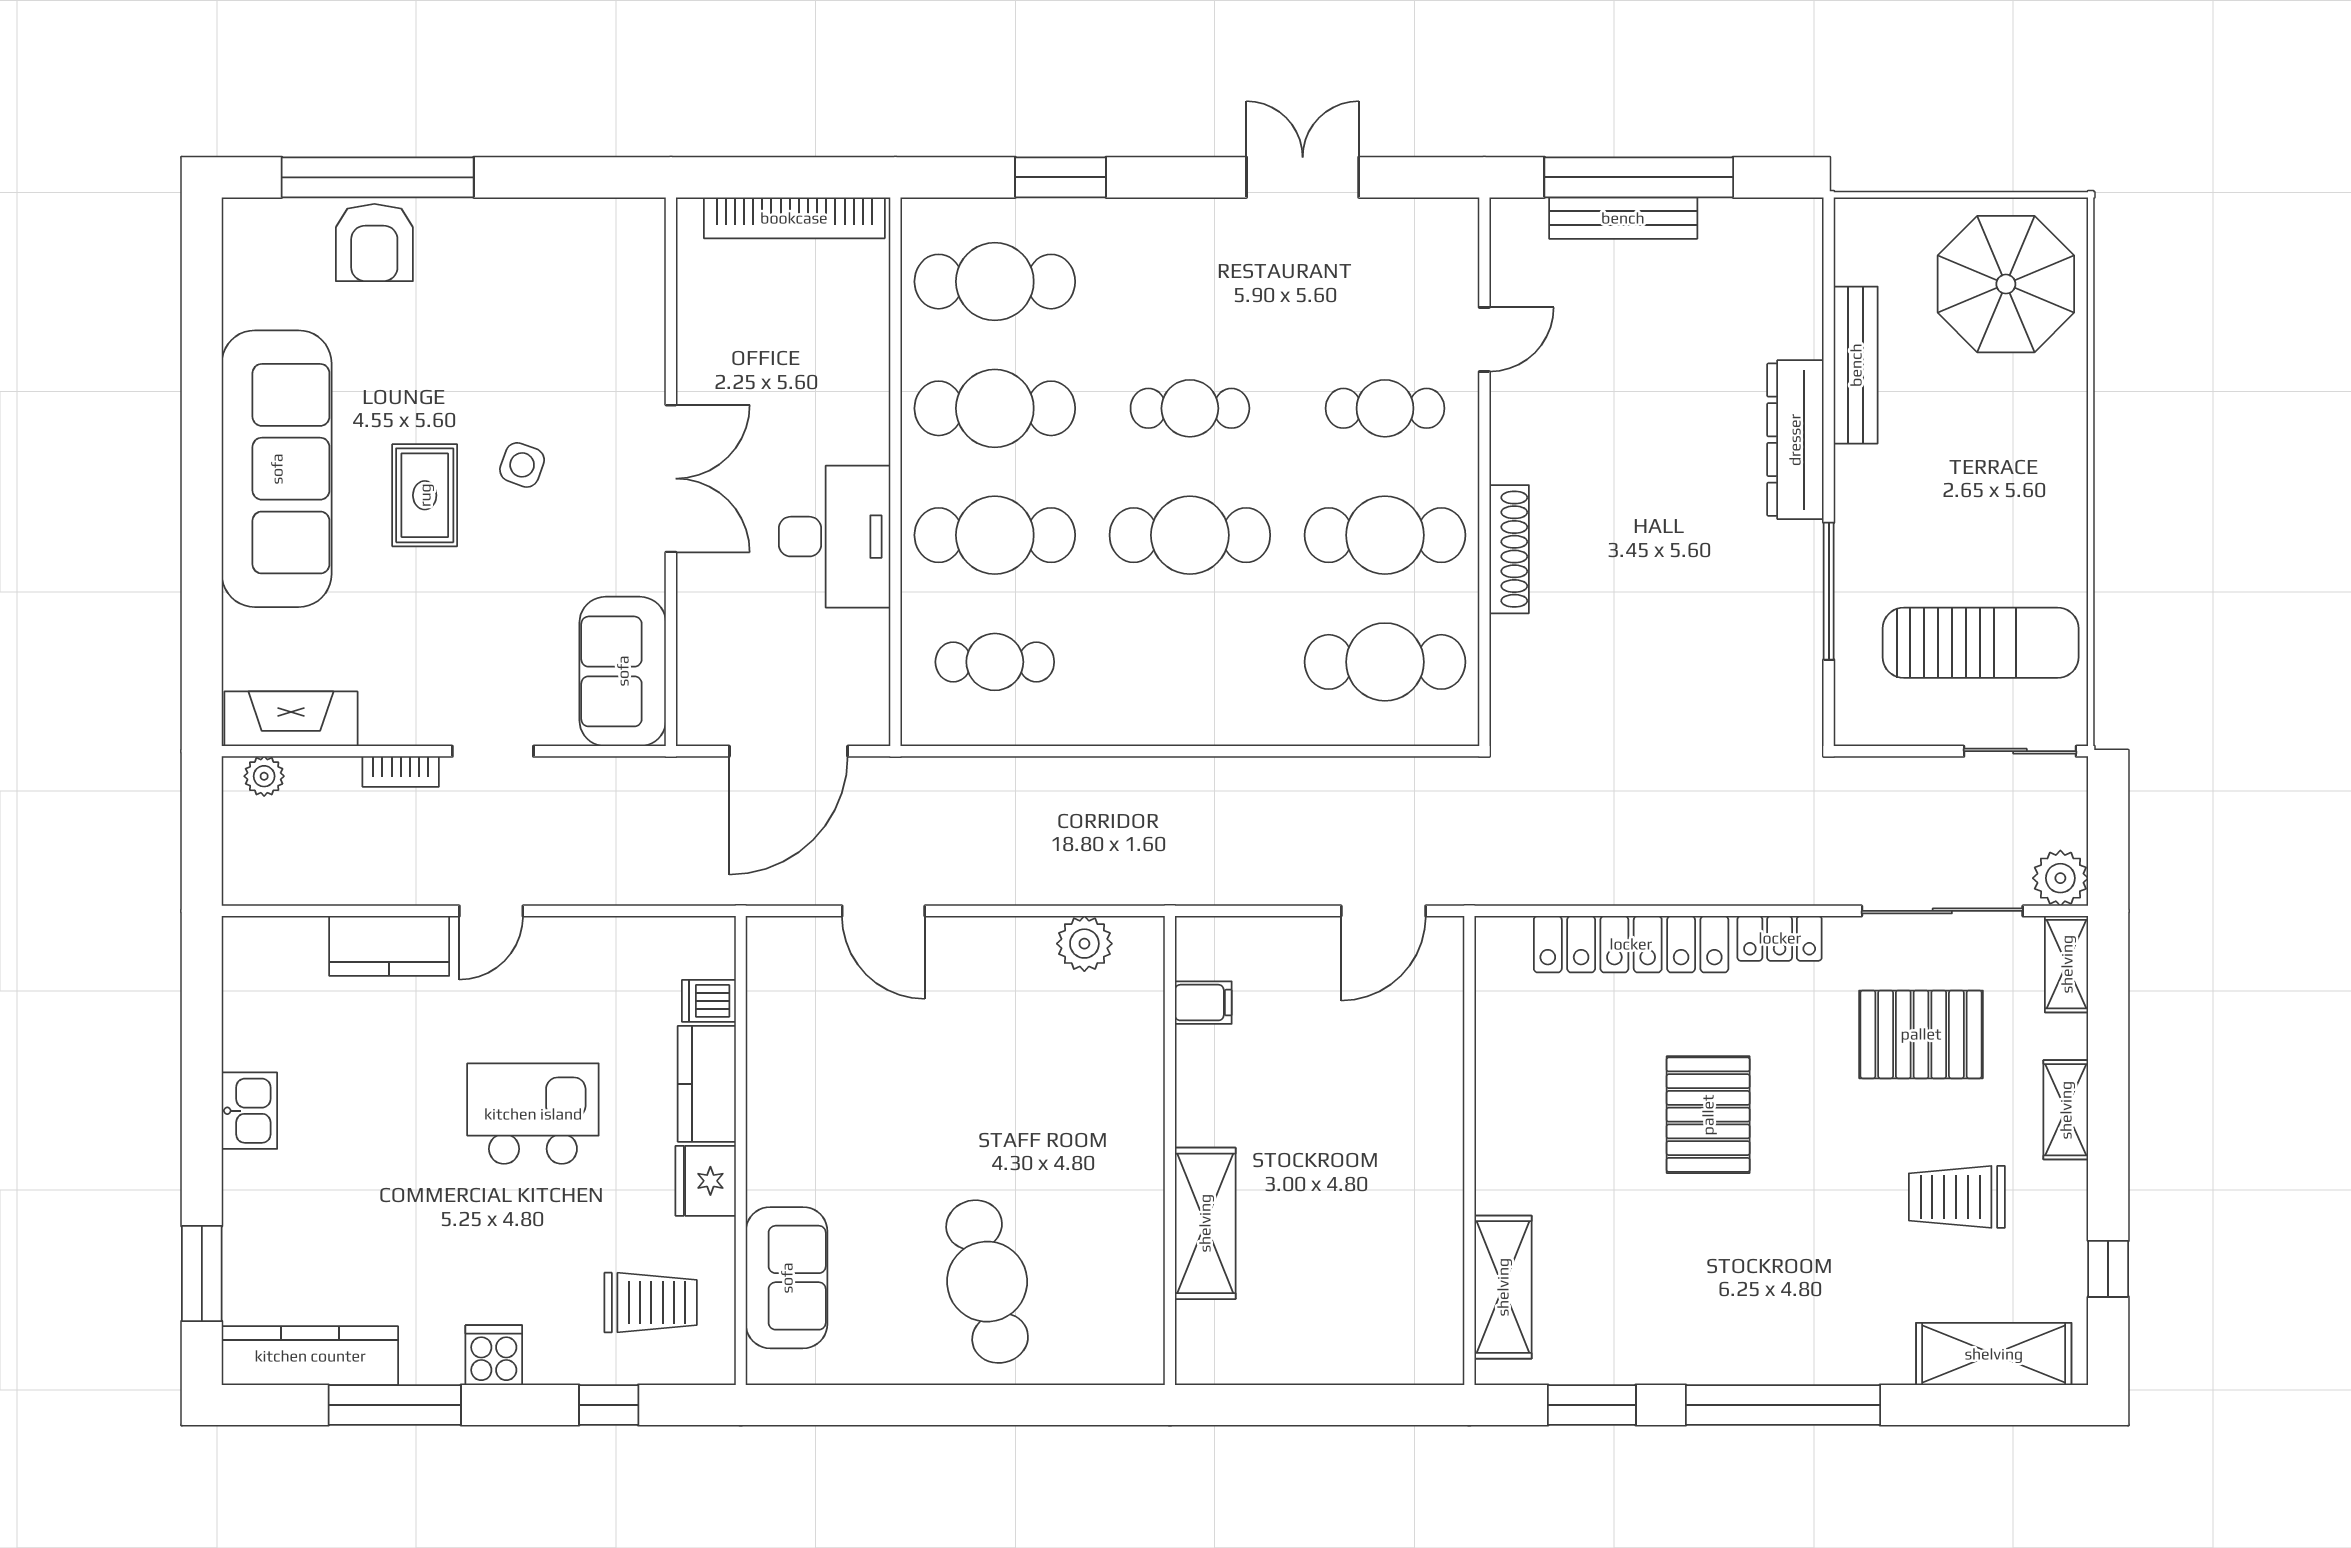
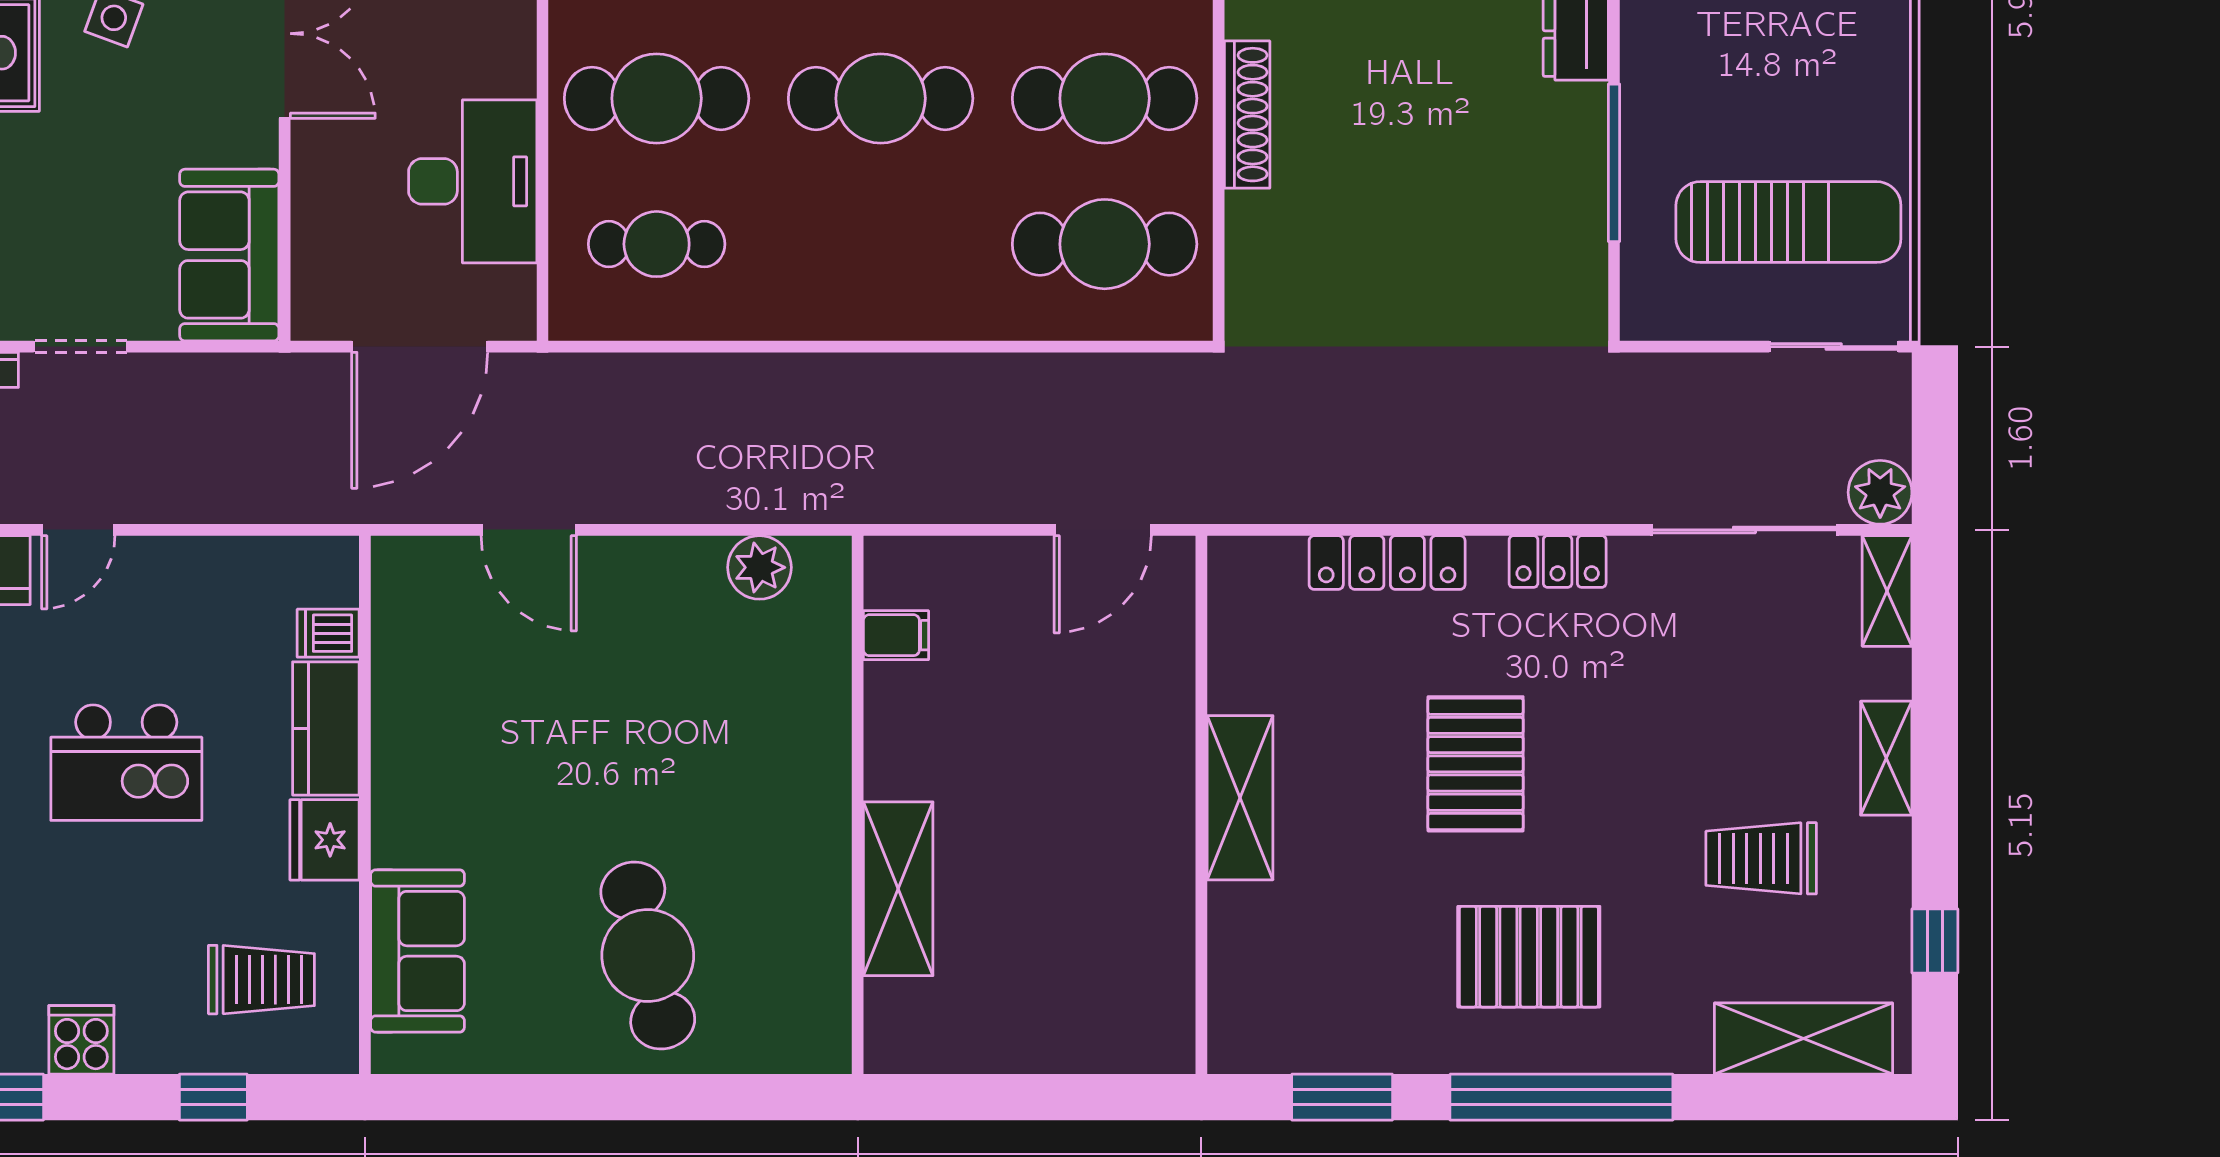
desk: (835, 537) -> (473, 181), moved
locker: (1631, 944) -> (1387, 563), width x0.71, depth x0.83
pallet: (1921, 1034) -> (1529, 957), moved
kitchen island: (533, 1114) -> (126, 763), turned 180
shelving: (1503, 1287) -> (1240, 798), moved

